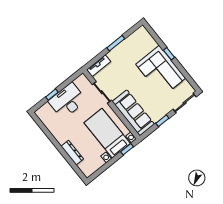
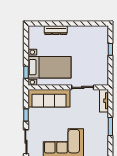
desk: (67, 101) -> (97, 57), removed

